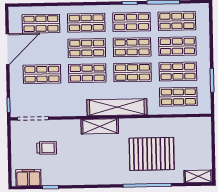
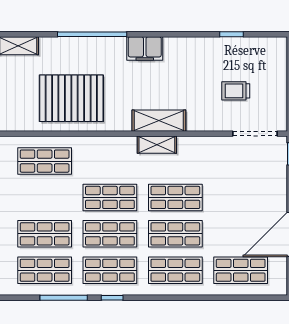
shop shelf: (178, 72) -> (45, 197), removed
shop shelf: (42, 74) -> (241, 197), removed
shelving: (117, 107) -> (157, 145), width x0.45, depth x0.75
pallet: (152, 154) -> (71, 98), moved
filing cabinet: (28, 178) -> (145, 48), moved

